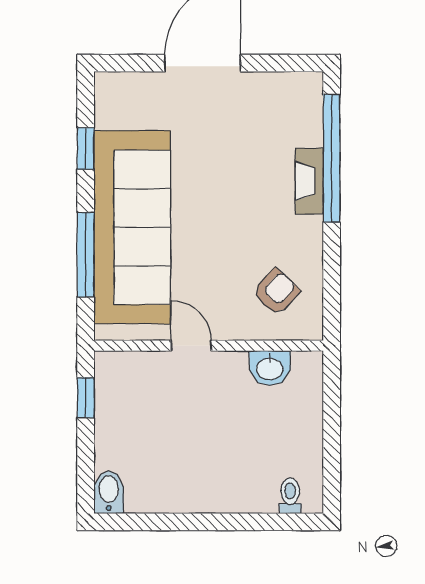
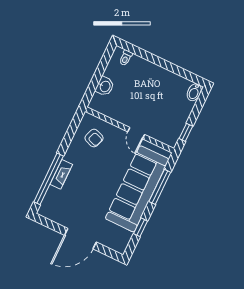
armchair: (276, 292) -> (94, 138), turned -113
washbasin: (270, 368) -> (105, 86), moved, turned 90

